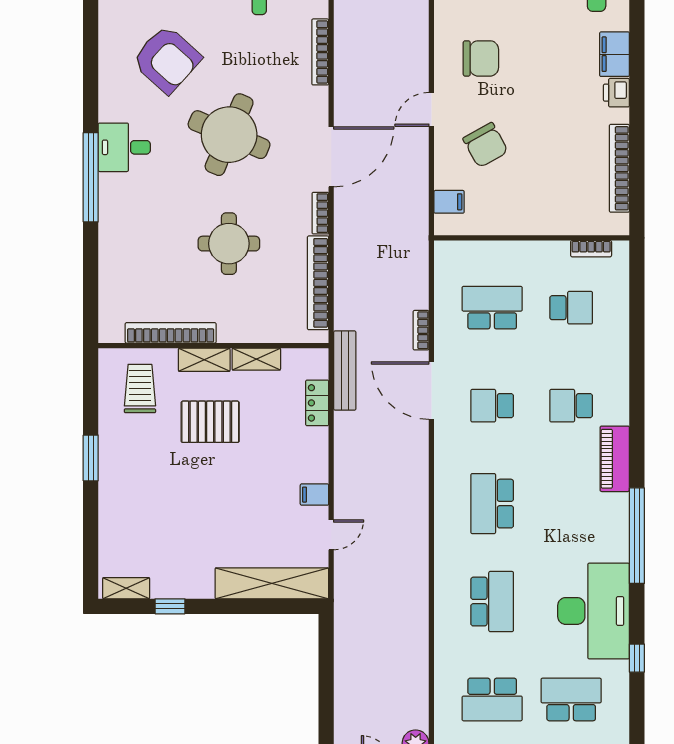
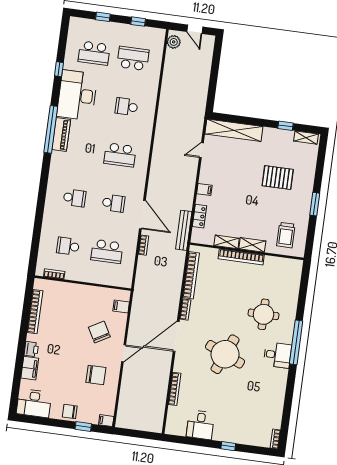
chair: (481, 58) -> (96, 375), turned 180
armchair: (167, 59) -> (251, 396), removed
round table: (229, 244) -> (264, 314), moved
bookcase: (171, 333) -> (241, 257), moved
pallet: (210, 422) -> (278, 178), moved
piano: (615, 459) -> (61, 135), moved
filing cabinet: (314, 495) -> (204, 190), moved
school desk: (492, 504) -> (120, 155), turned 90
school desk: (492, 602) -> (126, 107), width x0.54

